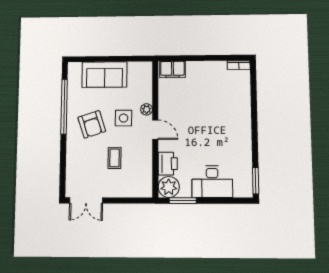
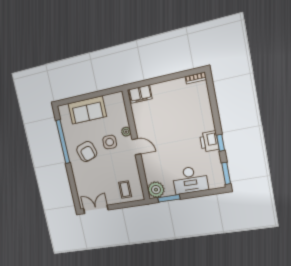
window: (255, 143) -> (221, 143), added
coffee table: (115, 158) -> (125, 189), moved
printer: (168, 164) -> (209, 141), moved, turned 180
double door: (86, 200) -> (96, 209), swing flipped

